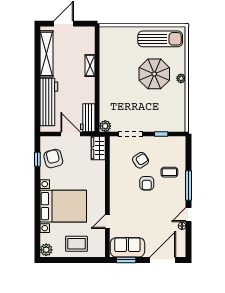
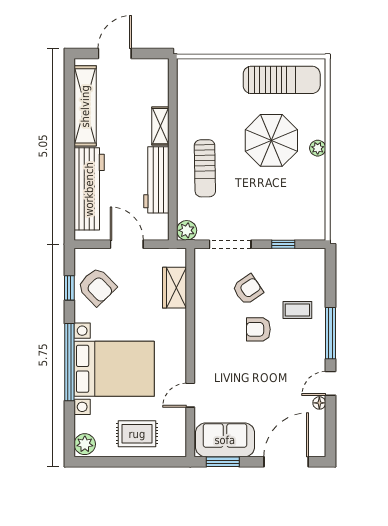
sun lounger: (116, 90) -> (205, 168), added
workbench: (88, 118) -> (156, 180), moved, width x1.38
wardrobe: (98, 148) -> (175, 288), moved
armchair: (53, 159) -> (97, 287), turned 151
armchair: (147, 183) -> (258, 329), turned 90
window: (37, 202) -> (69, 362), added

